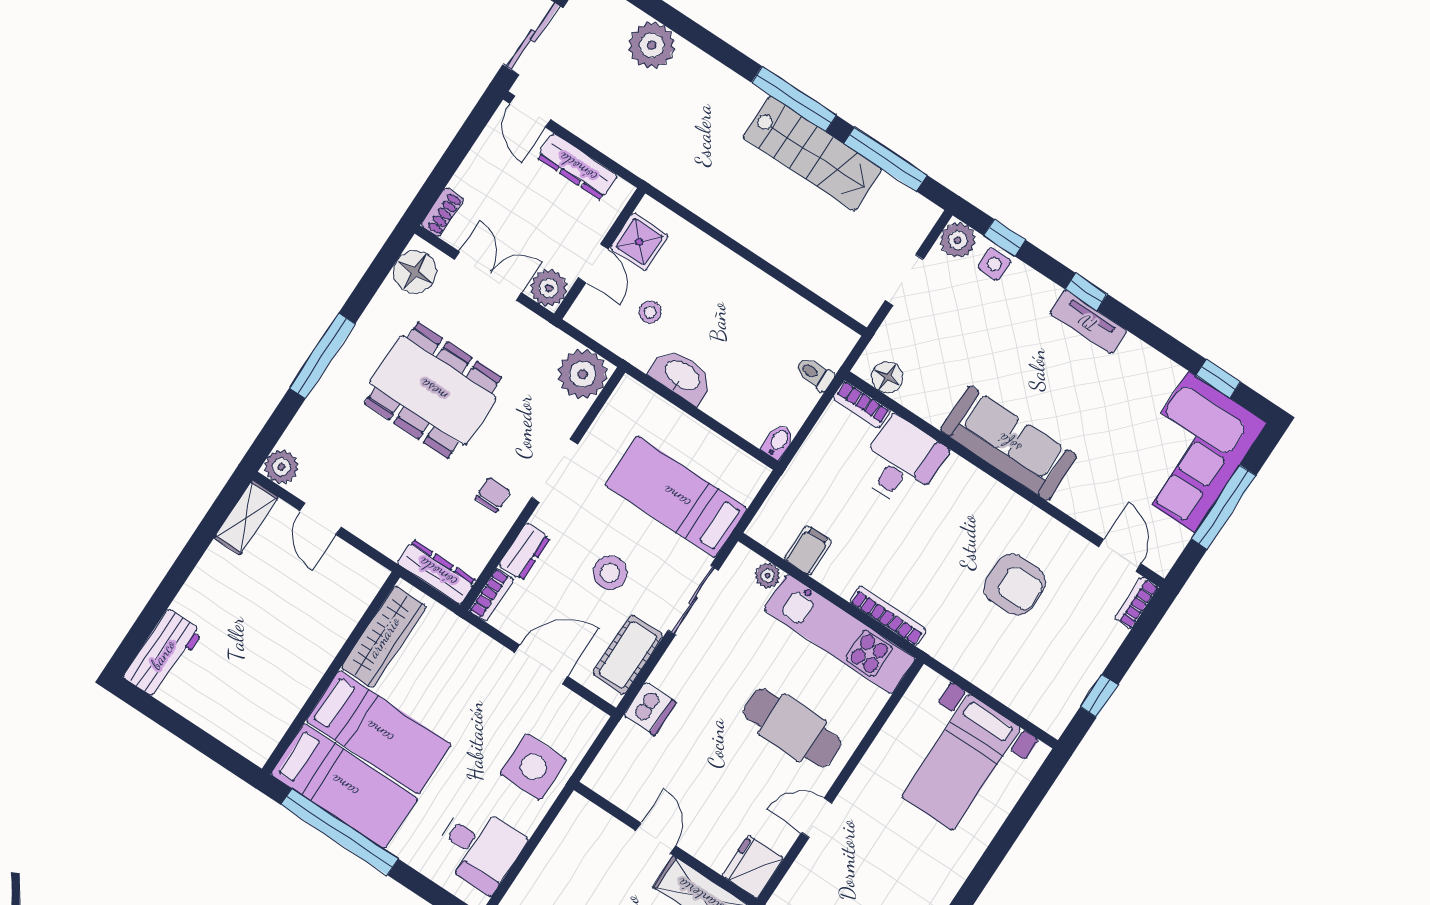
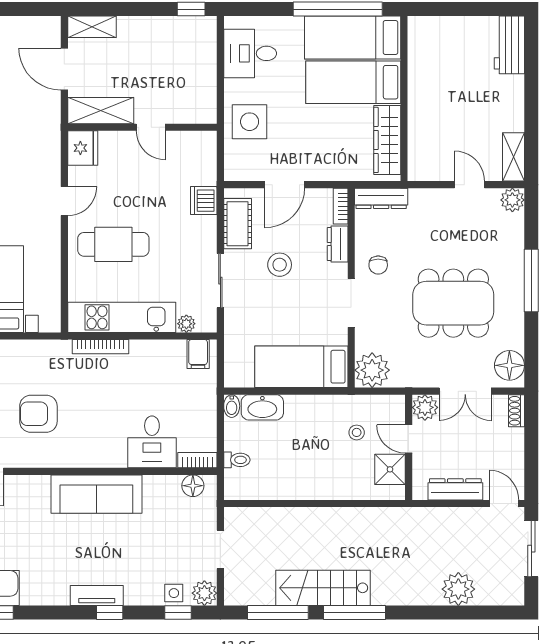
washbasin: (682, 376) -> (262, 407), moved
bed: (676, 497) -> (301, 367), moved, turned 180
filing cabinet: (808, 550) -> (198, 354), moved

